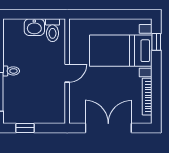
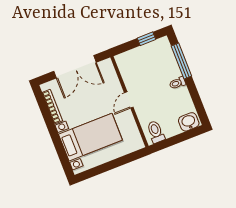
washbasin: (34, 27) -> (189, 122), moved
window: (156, 42) -> (63, 157), removed

